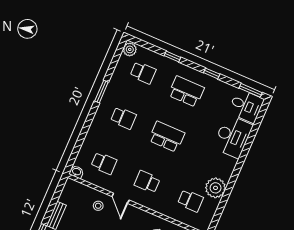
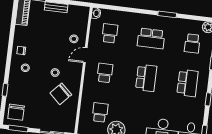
school desk: (123, 118) -> (151, 38), width x1.85
school desk: (104, 163) -> (110, 33), turned 180
school desk: (190, 201) -> (100, 112), turned 180

